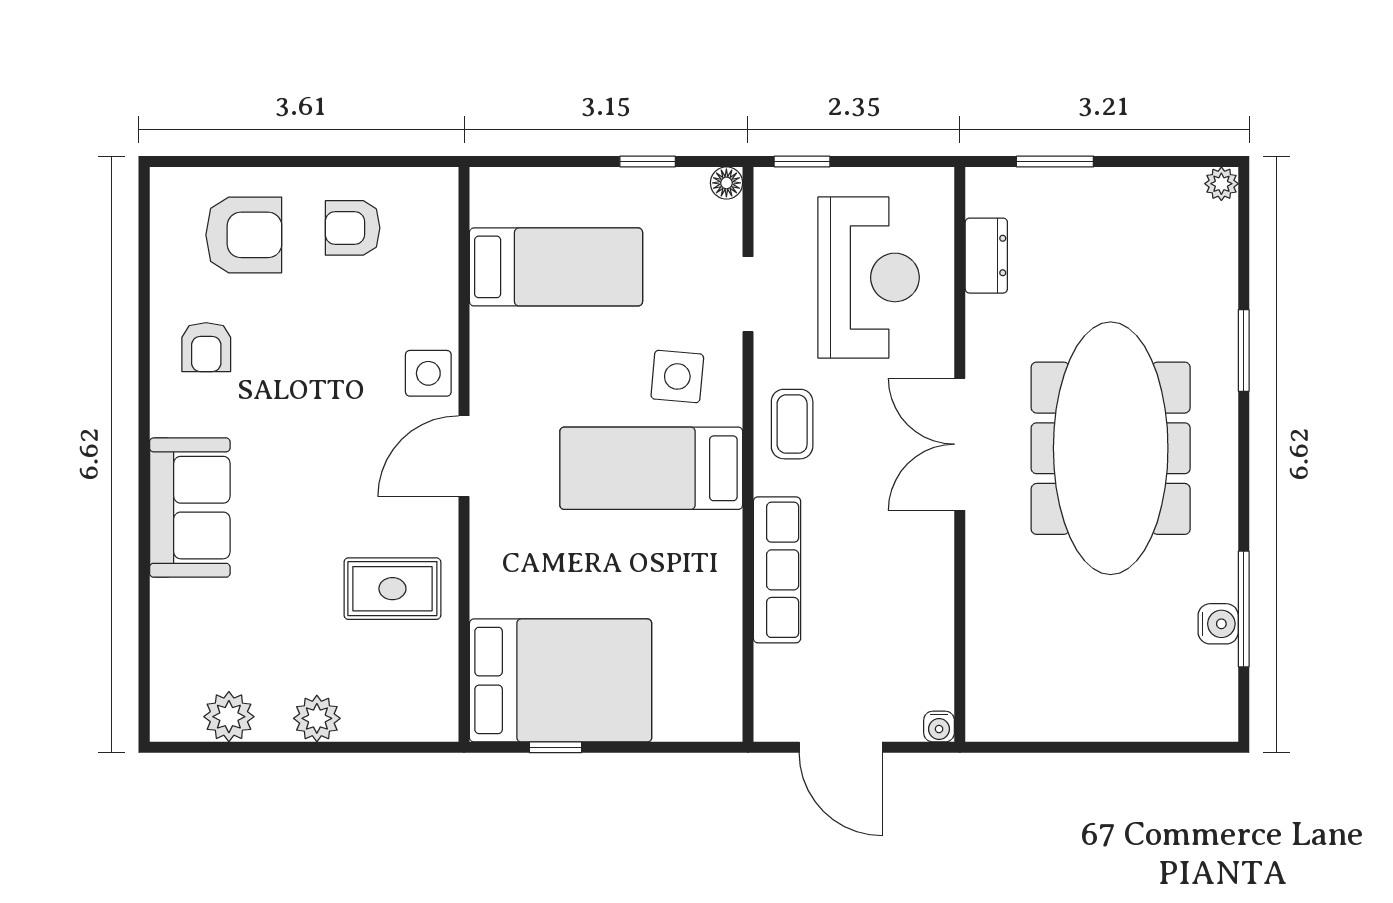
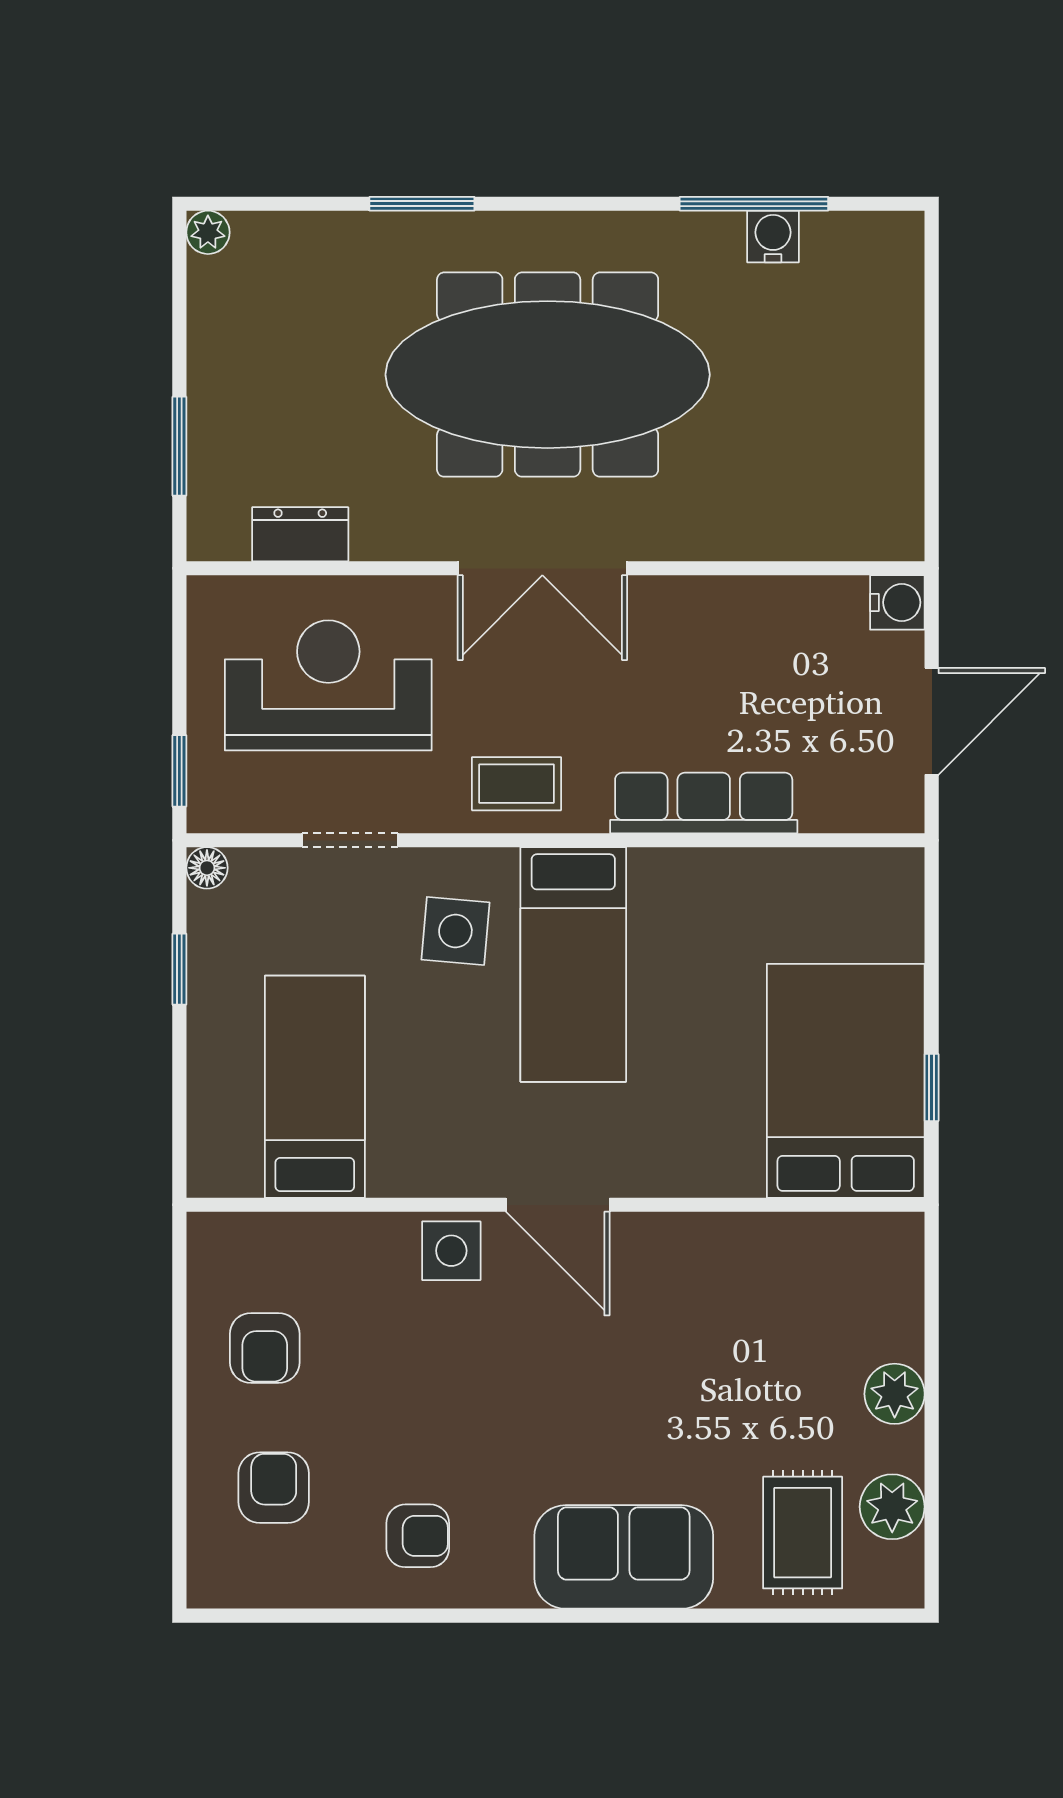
armchair: (244, 235) -> (274, 1488), width x0.72, depth x0.72
rug: (392, 589) -> (803, 1533), moved
water cooler: (939, 727) -> (897, 602), width x1.38, depth x1.38

